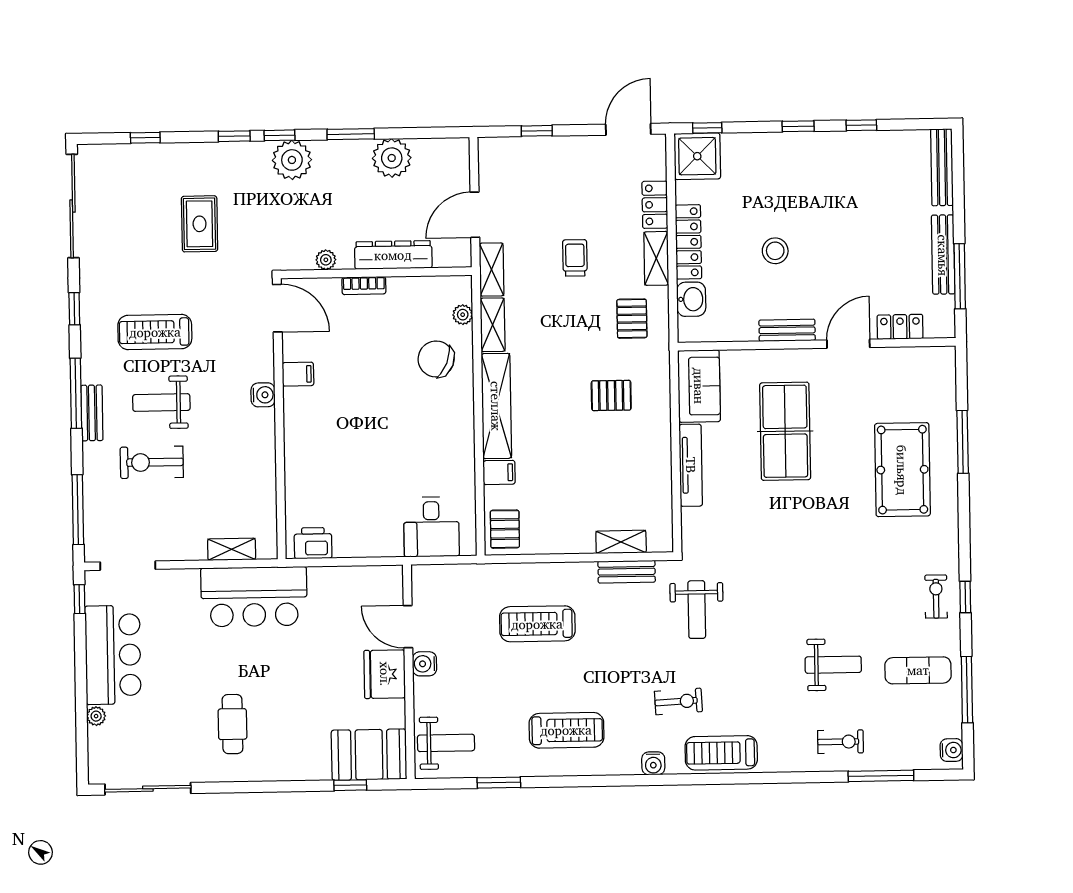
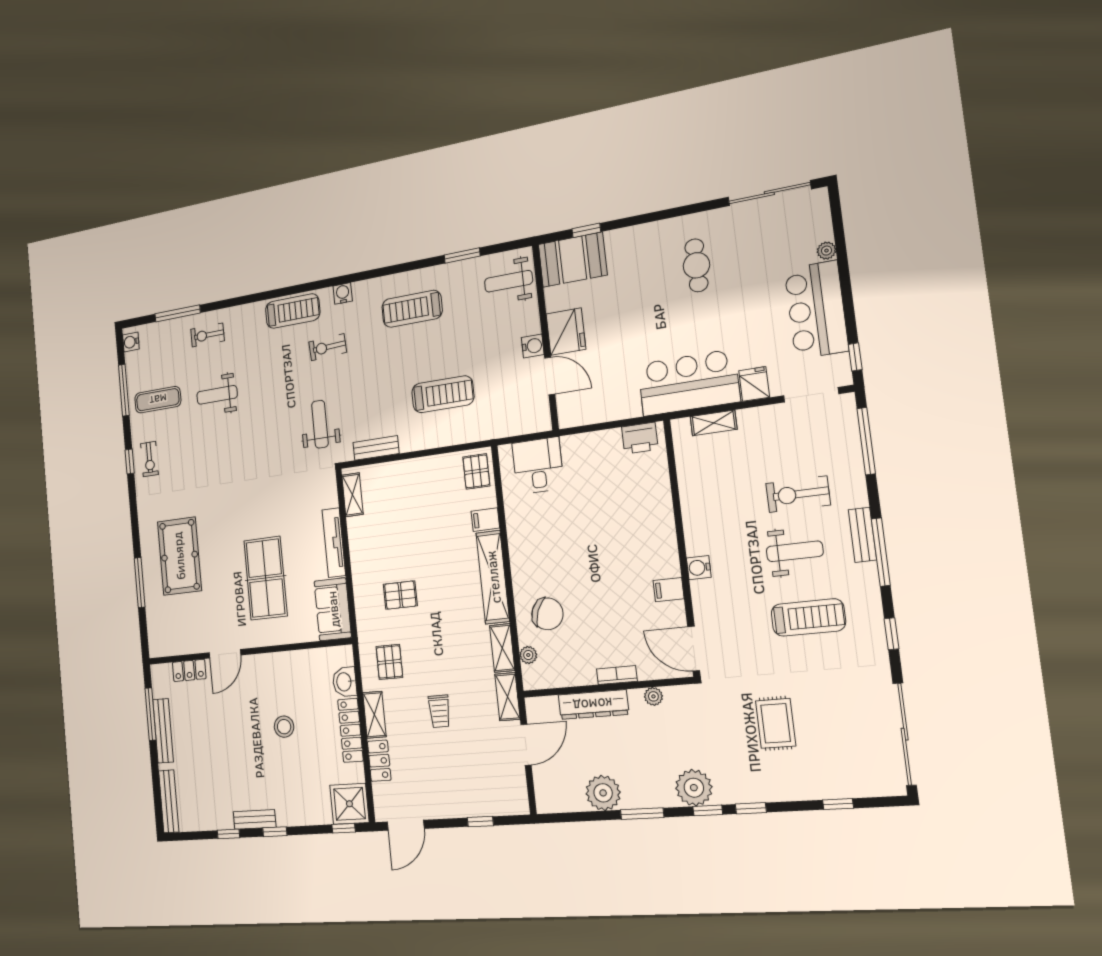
bench: (787, 330) -> (255, 819), moved
exercise bike: (152, 462) -> (798, 494), turned 180
shelving: (621, 542) -> (352, 495), moved, turned 90
fridge: (185, 585) -> (754, 384), added

